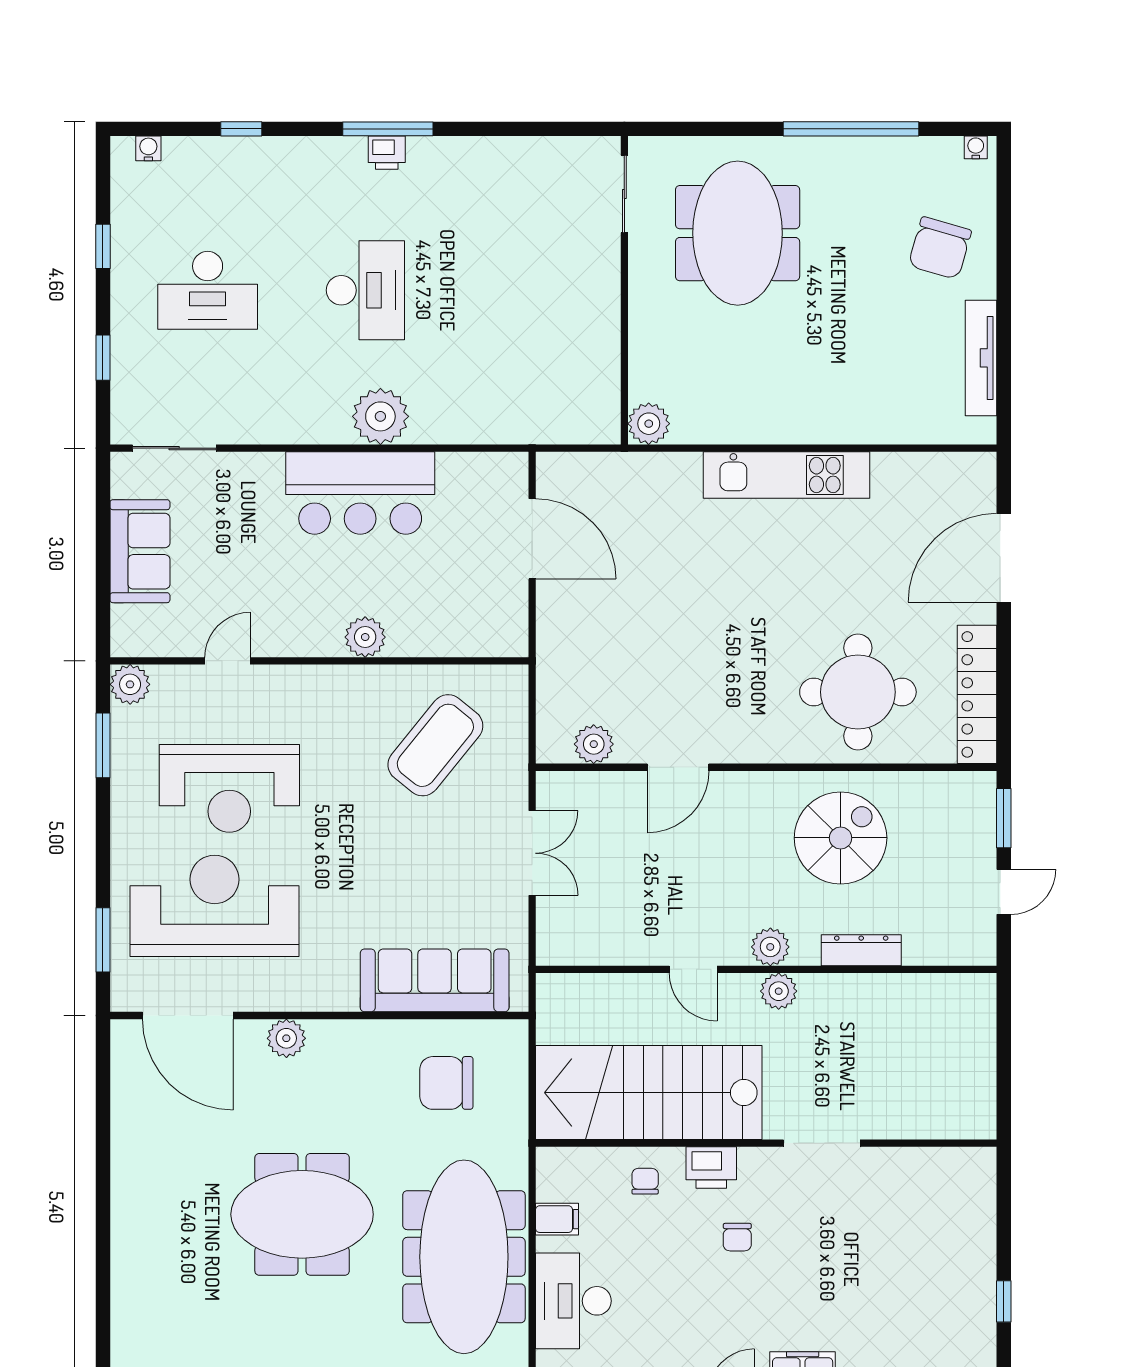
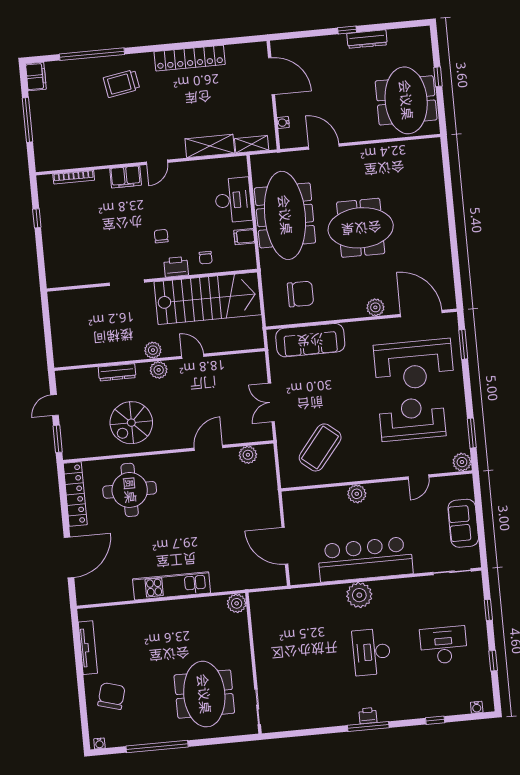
bar counter: (360, 493) -> (365, 559), width x1.36

